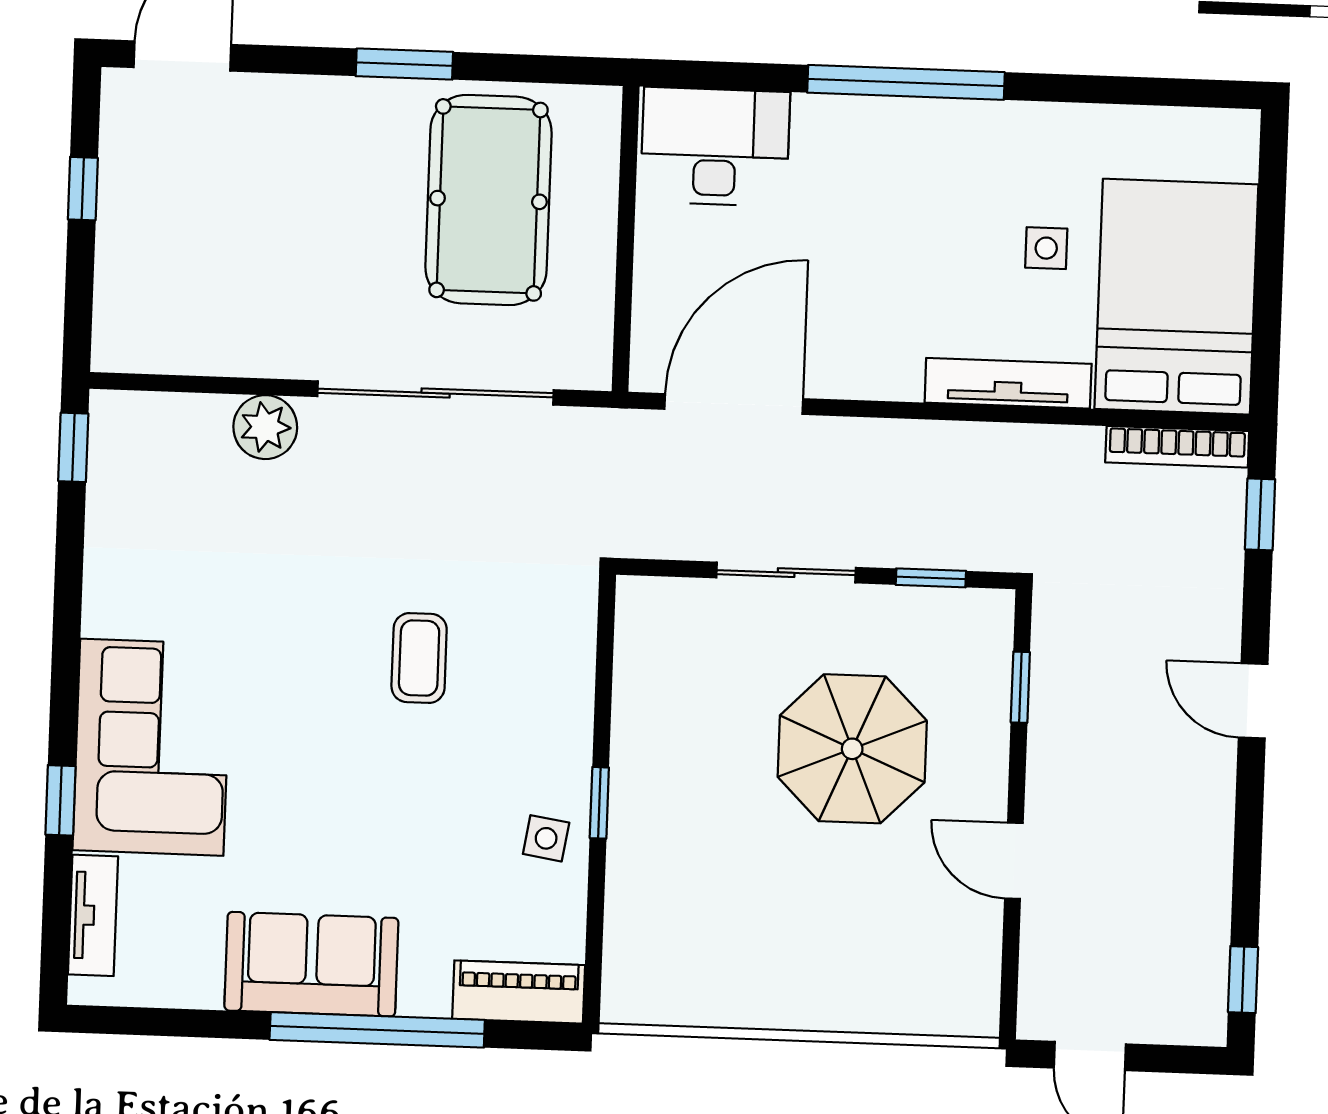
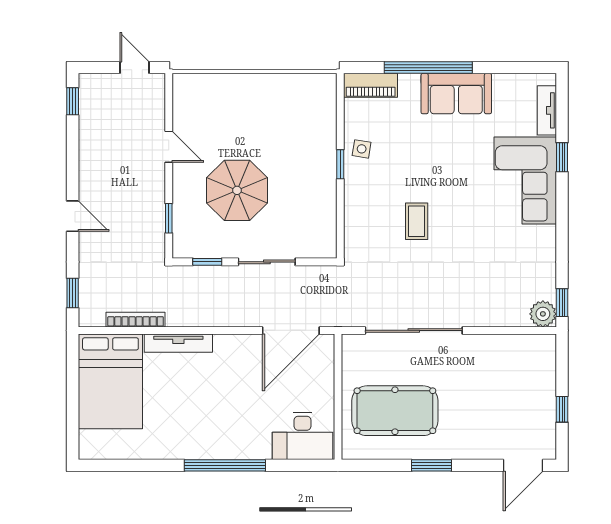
pool table: (488, 200) -> (395, 411), turned 90
side table: (1046, 248) -> (165, 399), removed
plant: (265, 427) -> (543, 314), moved
bookcase: (1177, 447) -> (136, 320), moved

